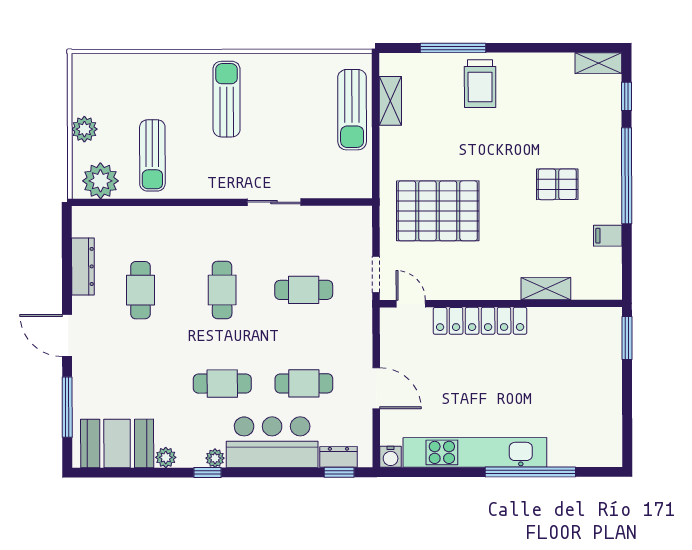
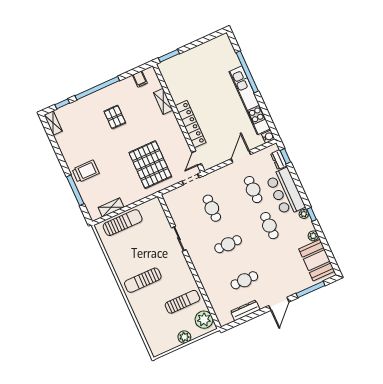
filing cabinet: (608, 236) -> (140, 79), moved

